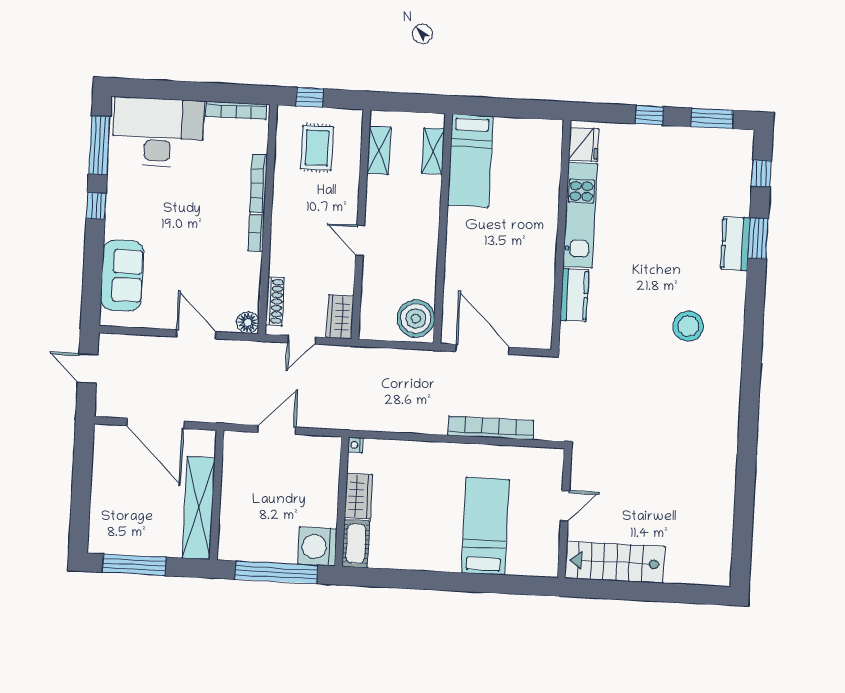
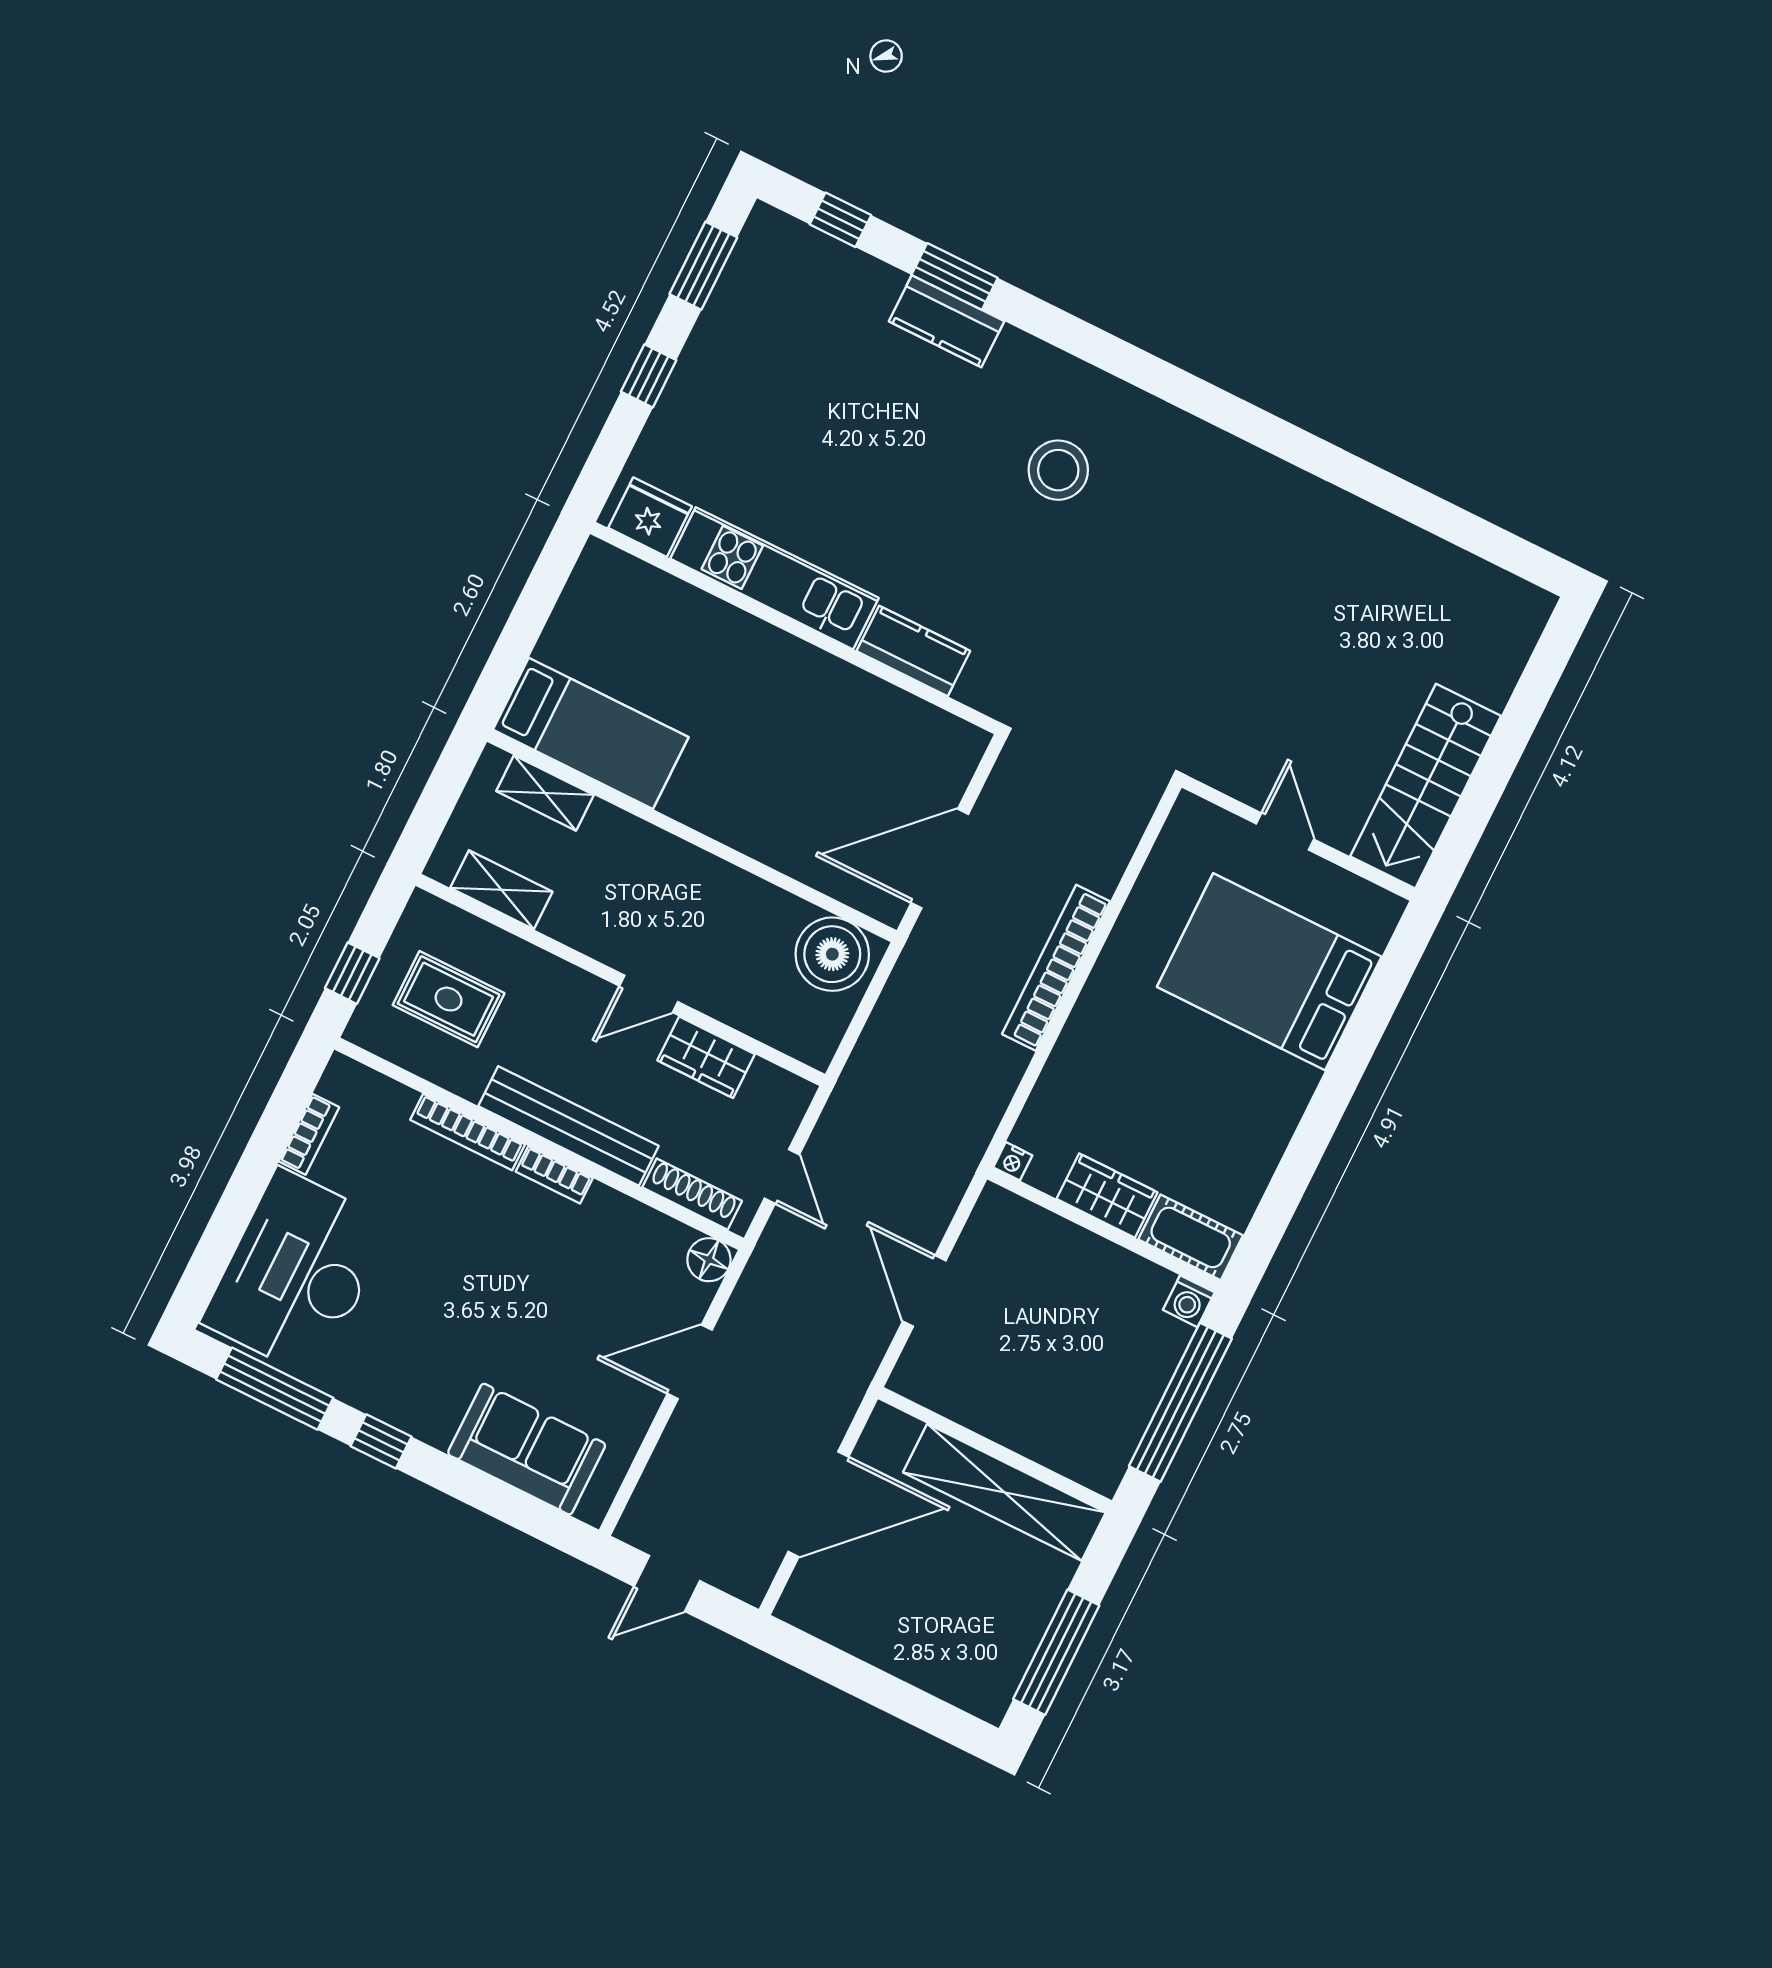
bookcase: (236, 110) -> (309, 1134), width x0.64
bench: (282, 230) -> (568, 1126), added
wardrobe: (340, 317) -> (706, 1057), moved
bookcase: (491, 428) -> (1056, 968), moved
bed: (485, 526) -> (1269, 972), width x1.50
washing machine: (317, 546) -> (1189, 1301), width x0.53, depth x0.53

